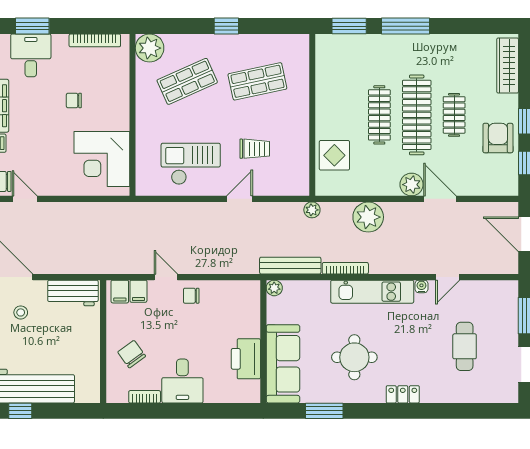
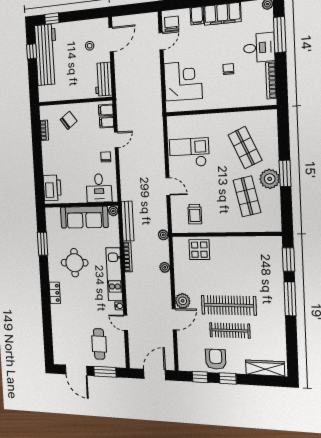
window: (32, 26) -> (280, 35), width x1.44
window: (226, 26) -> (285, 173), width x1.50
plant: (150, 48) -> (270, 179), moved
desk: (31, 55) -> (259, 48), moved
clothes rail: (379, 115) -> (228, 280), removed
clothes rail: (454, 115) -> (230, 330), width x1.36
armchair: (498, 138) -> (216, 359), turned -90
trolley: (255, 149) -> (195, 214), moved
corner desk: (102, 159) -> (183, 81), moved, turned 90
checkout: (191, 164) -> (189, 153), turned -90
plant: (368, 217) -> (165, 267), width x0.53, depth x0.53
cafe table: (465, 346) -> (99, 344), moved, turned 90
printer: (246, 359) -> (52, 188), moved, turned 90
sofa: (283, 364) -> (84, 217), moved
desk: (182, 381) -> (99, 188), moved, turned -90

